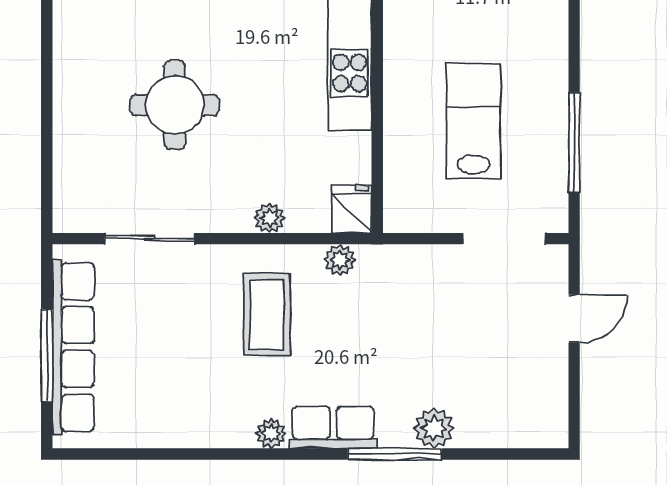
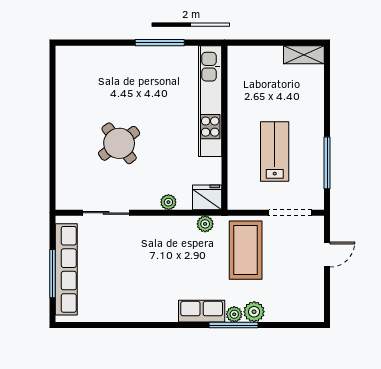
round table: (175, 105) -> (119, 143), turned -37
fridge: (352, 209) -> (207, 197), width x1.38
coffee table: (267, 315) -> (246, 250), moved, width x1.36, depth x1.32
plant: (271, 433) -> (234, 314), moved

